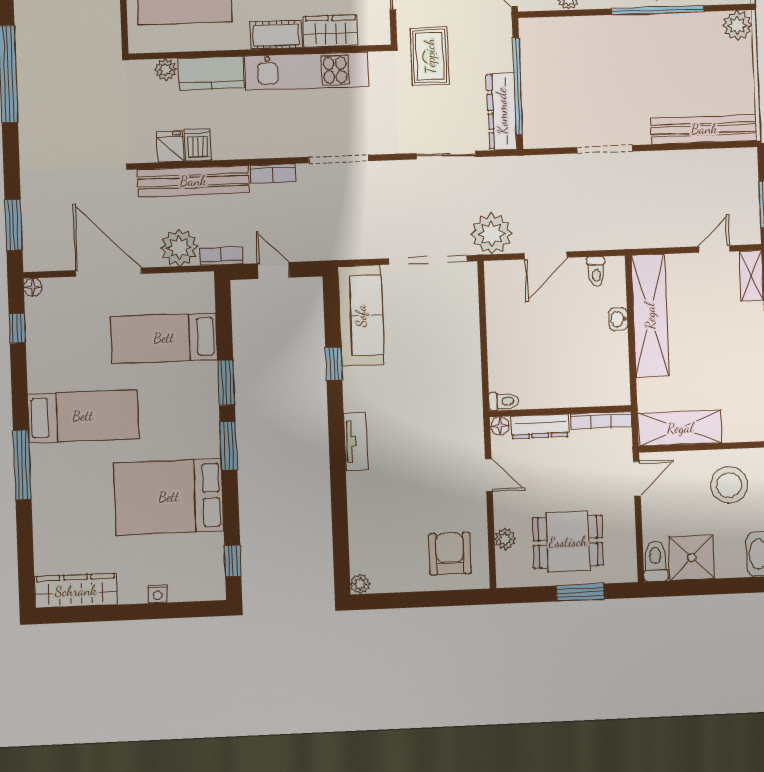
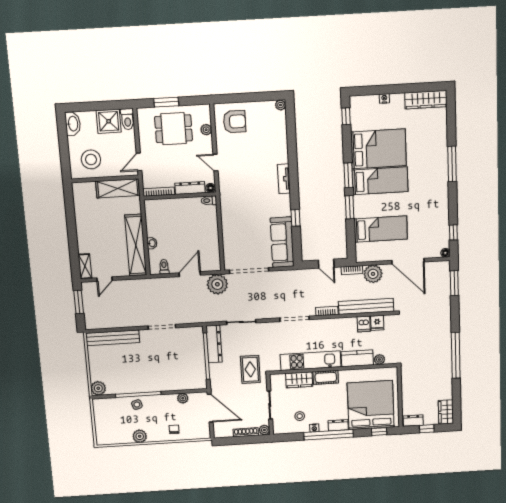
bed: (83, 416) -> (380, 181), moved, turned 180
armchair: (450, 554) -> (234, 122), turned -90

